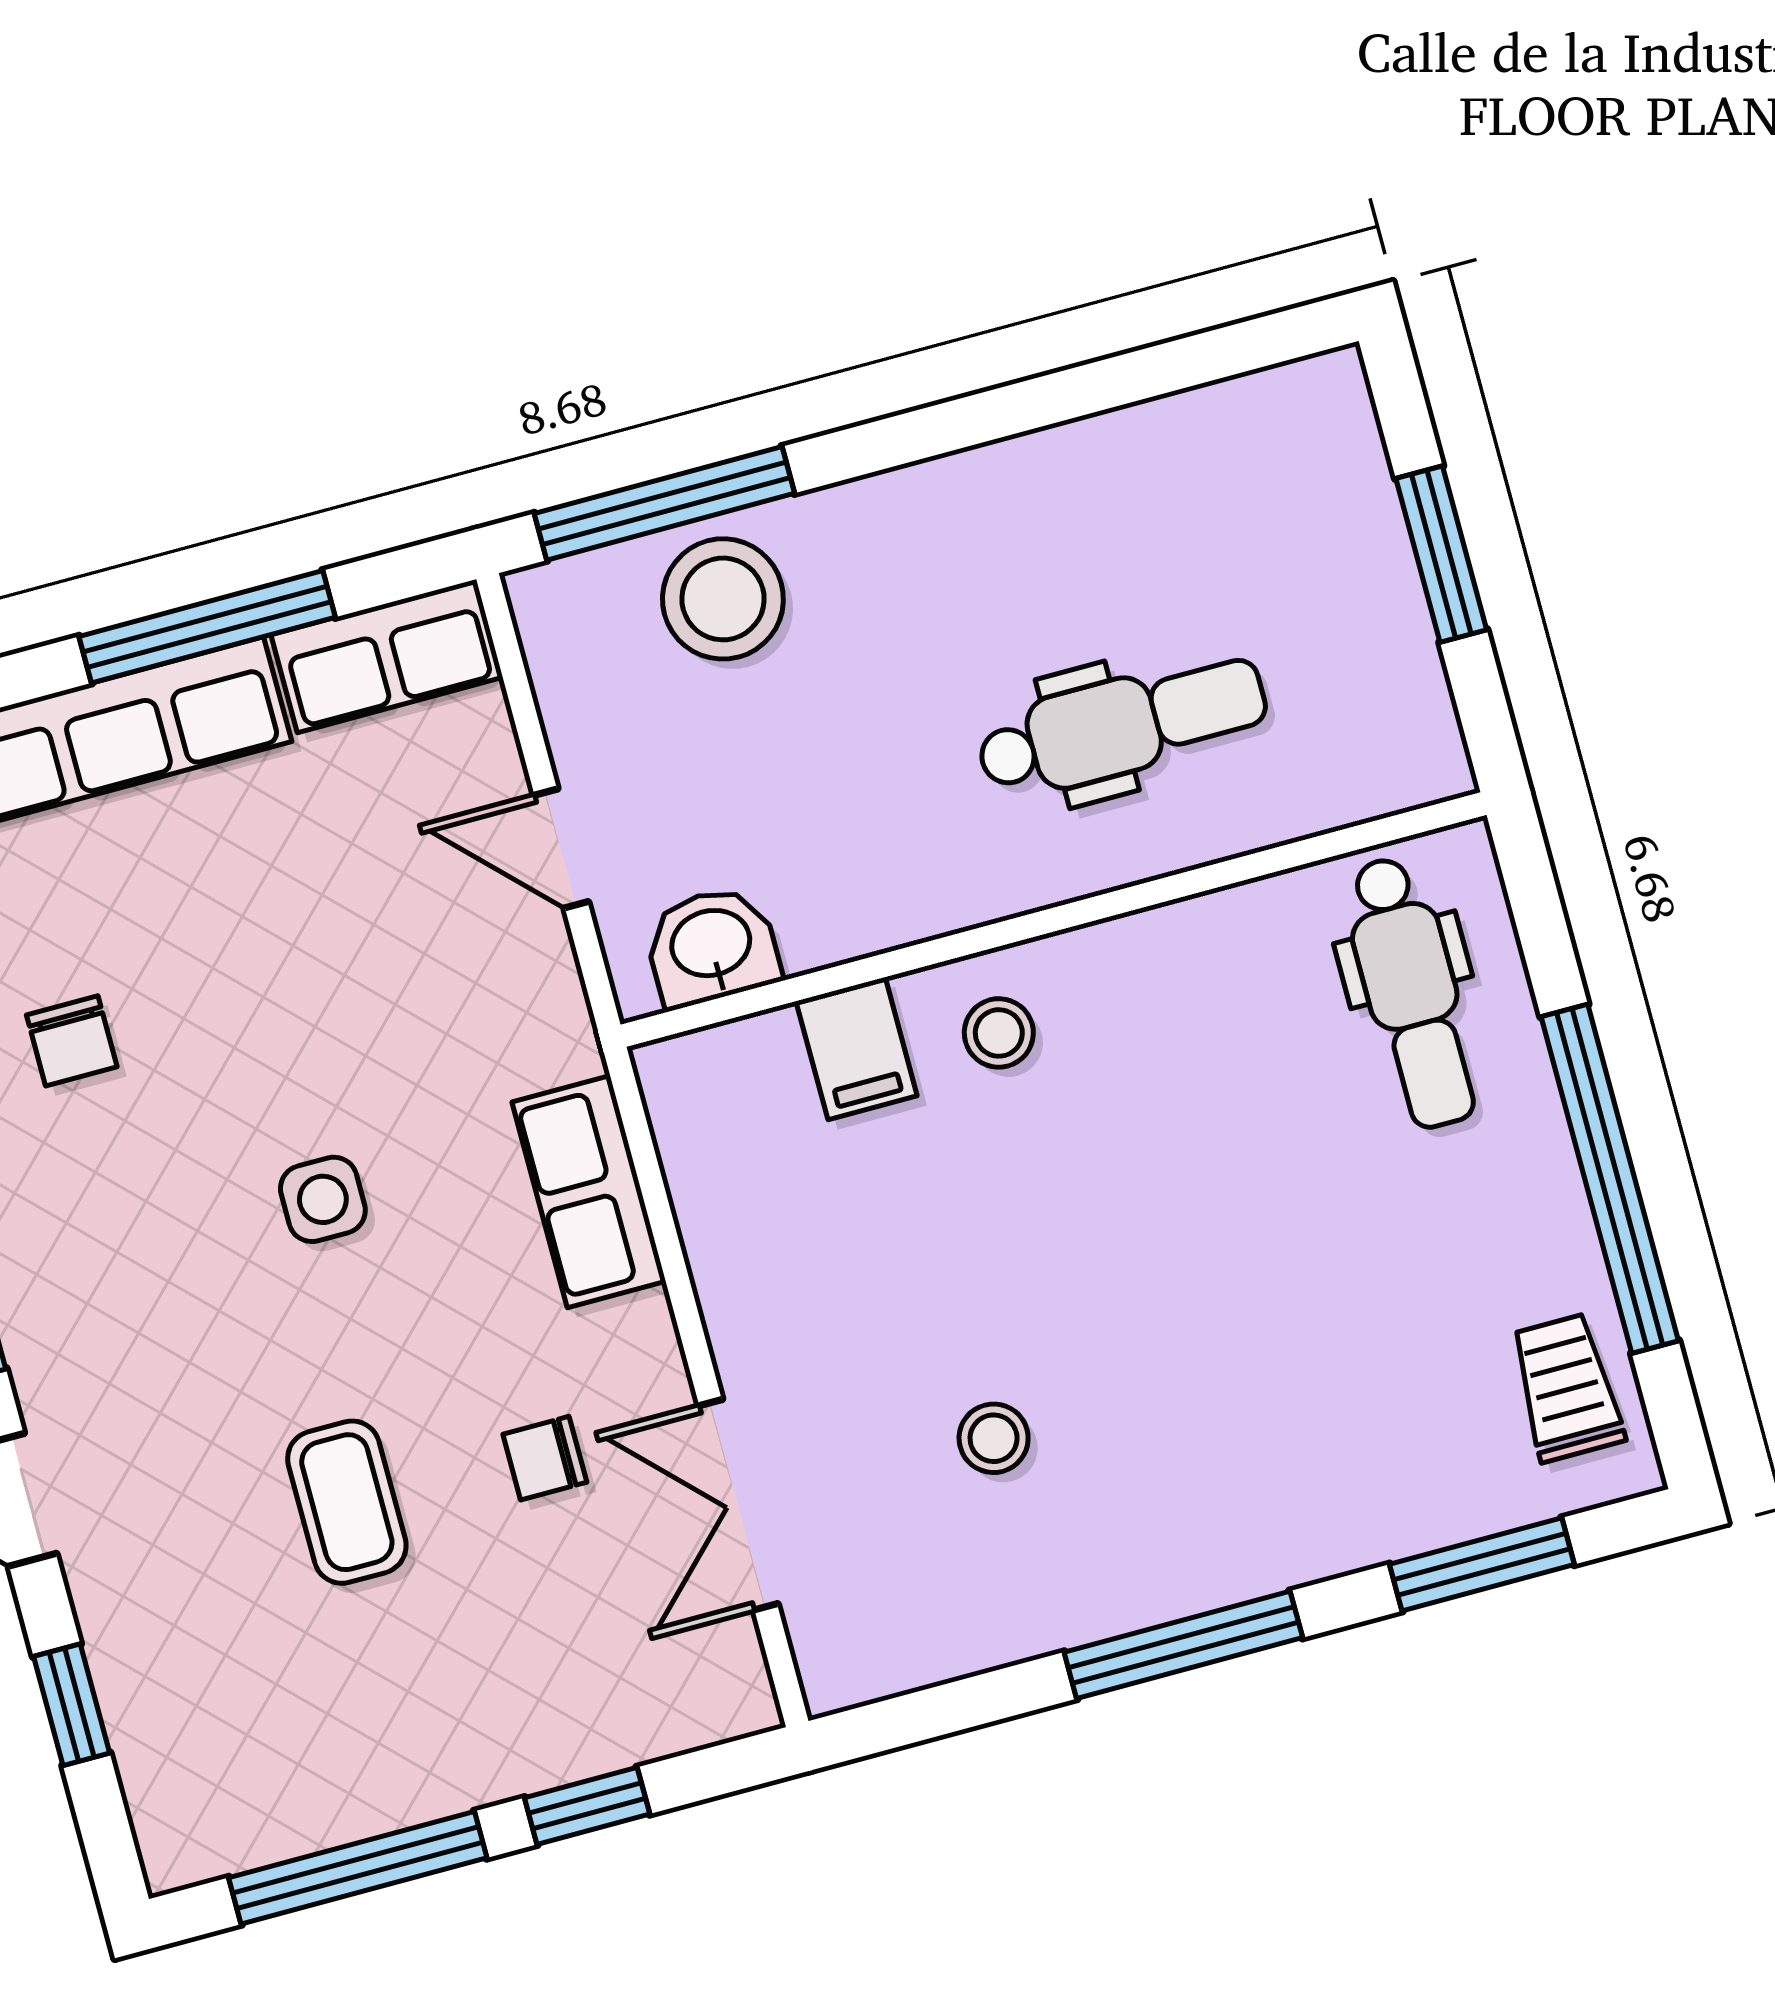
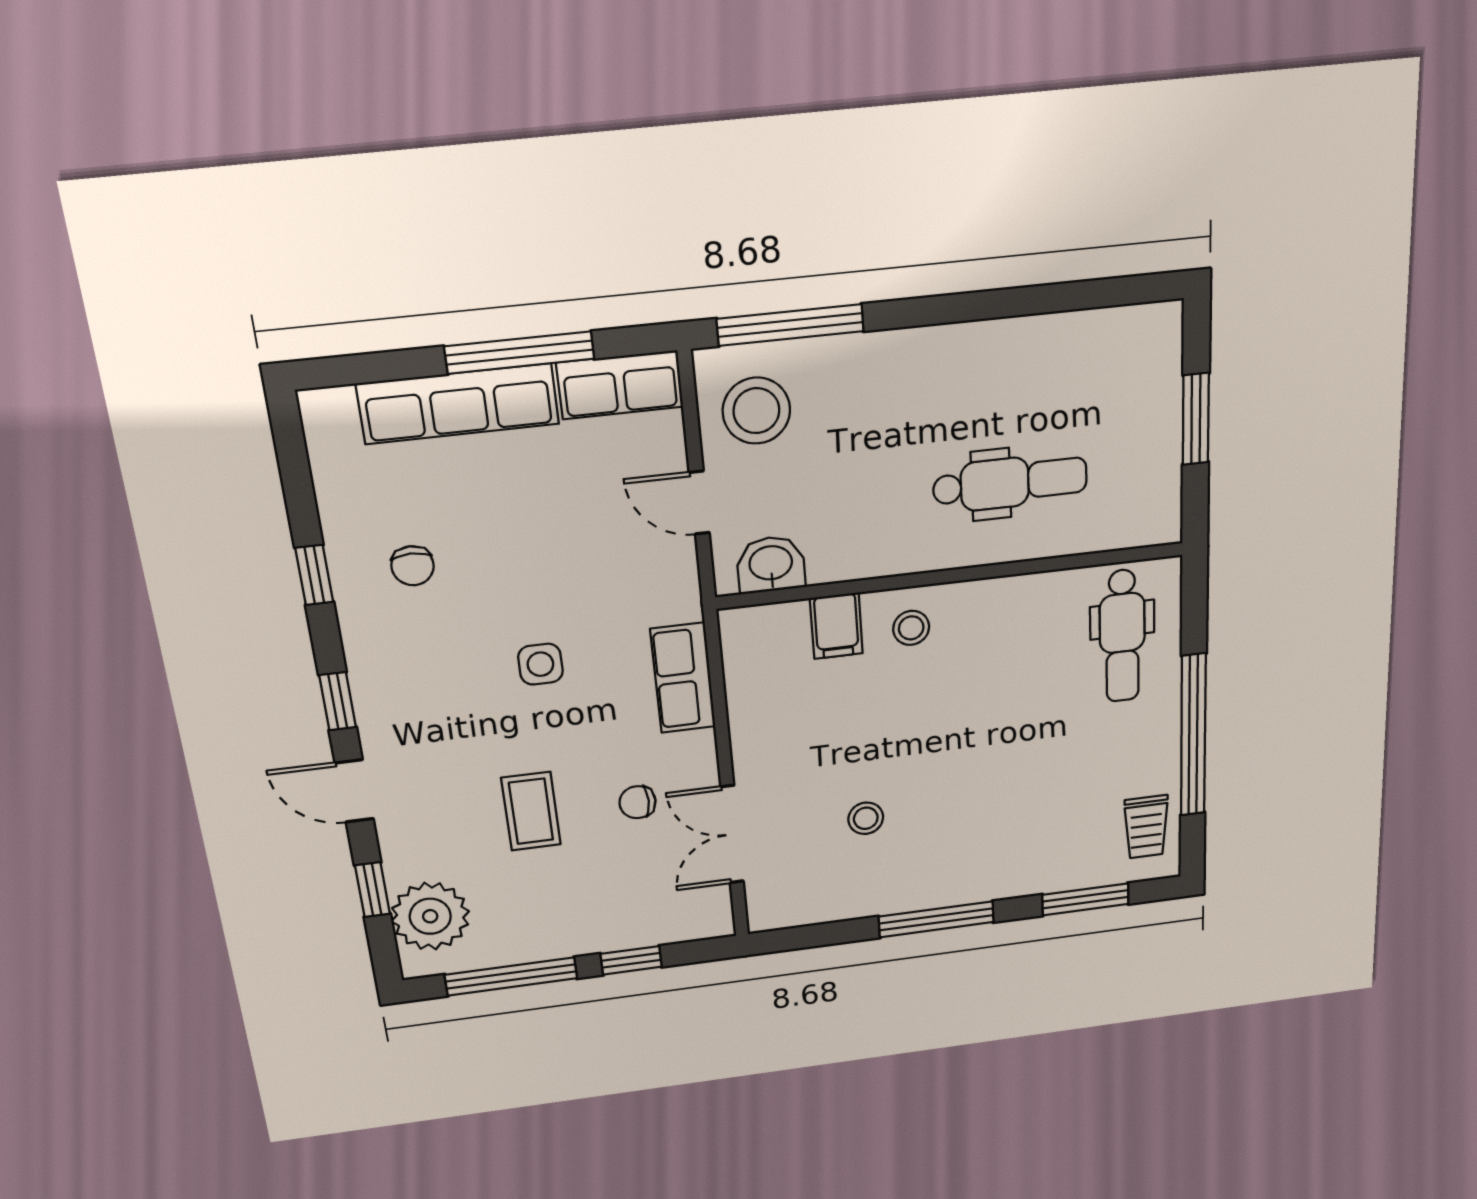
stool: (723, 599) -> (756, 411), moved
trolley: (1566, 1388) -> (1146, 827), turned 180
plant: (186, 1750) -> (430, 916), added

